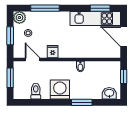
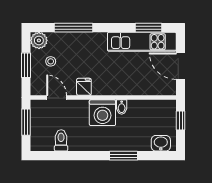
washing machine: (60, 90) -> (102, 113), moved, turned 180

